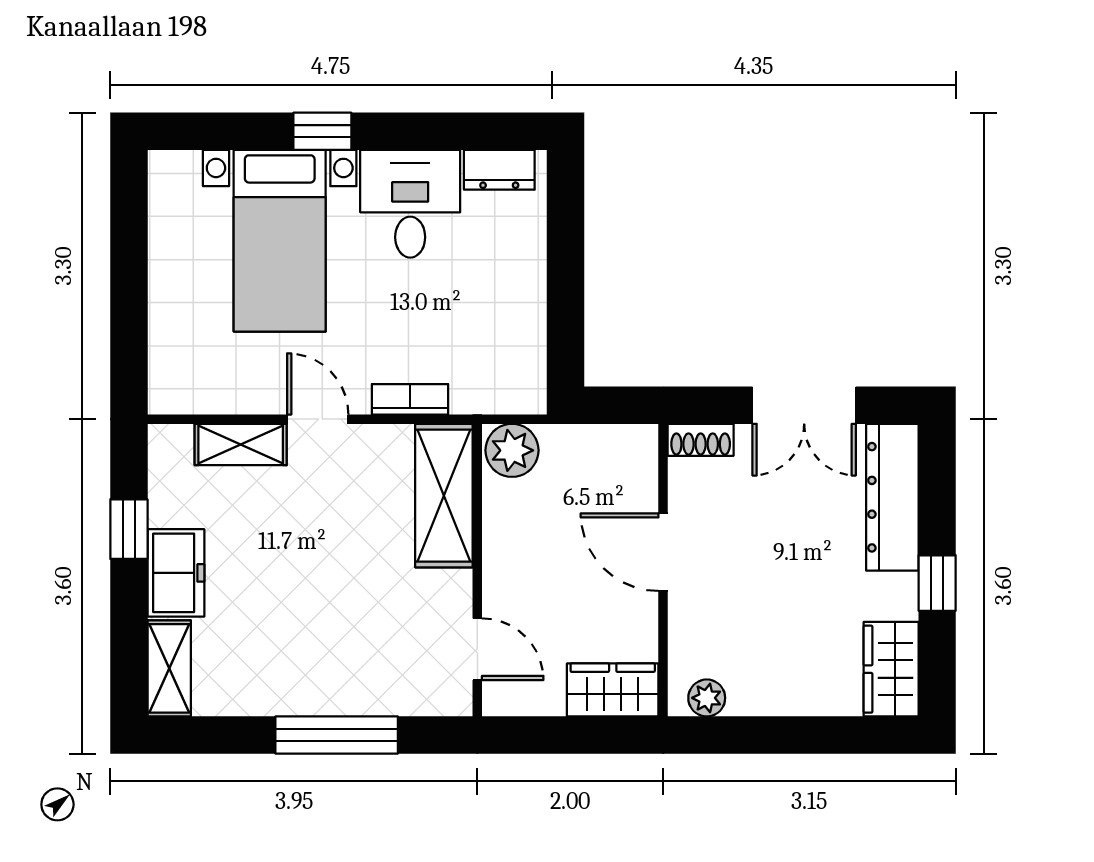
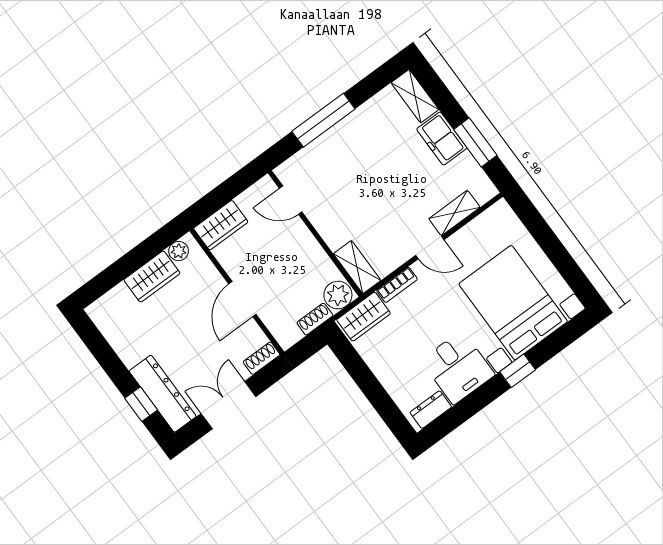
bed with nightstands: (280, 241) -> (513, 303), width x1.36
wardrobe: (497, 388) -> (364, 317), added
shoe rack: (575, 440) -> (315, 319), added
shelving: (444, 496) -> (357, 267), width x0.67, depth x0.75
window: (129, 529) -> (475, 142), width x1.50
door: (663, 552) -> (242, 299), swing flipped
window: (937, 583) -> (141, 404), moved
wardrobe: (891, 669) -> (152, 277), moved, turned 90

